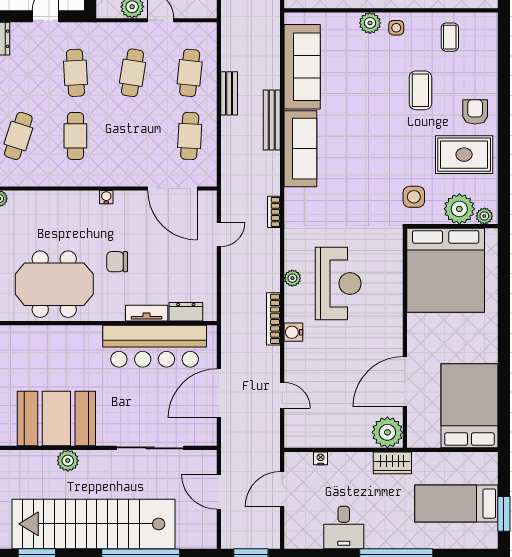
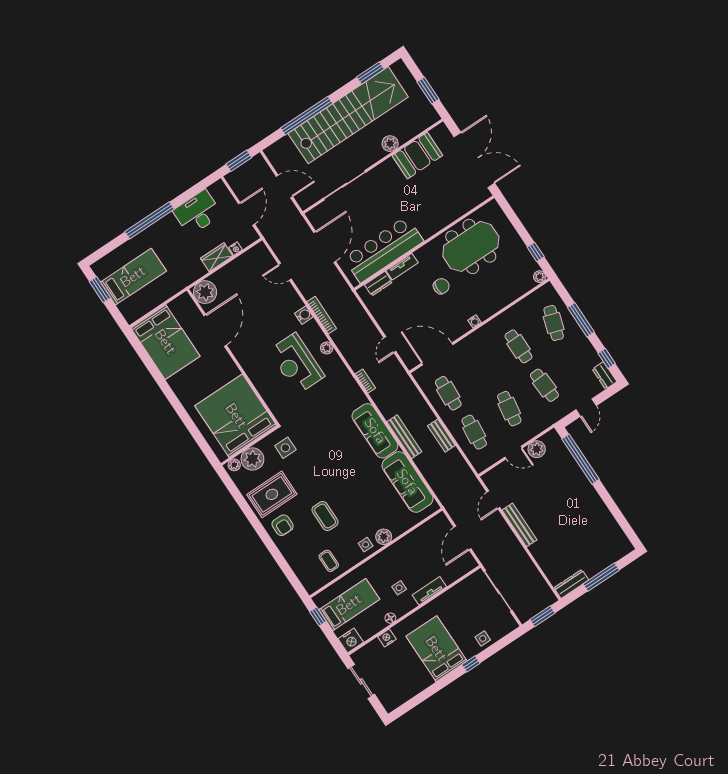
booth: (56, 419) -> (417, 156), width x0.73, depth x0.70
wardrobe: (392, 463) -> (217, 257), moved
desk: (344, 527) -> (197, 213), width x1.37

